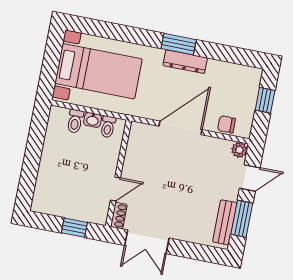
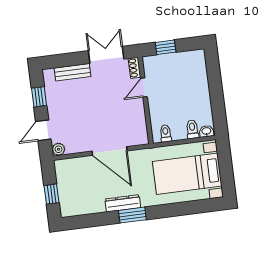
washbasin: (93, 120) -> (206, 131), moved
chair: (227, 124) -> (75, 166), removed
door: (180, 128) -> (110, 151), hinge flipped
window: (242, 219) -> (39, 97), width x0.67
bench: (225, 222) -> (72, 72), moved, turned 90

